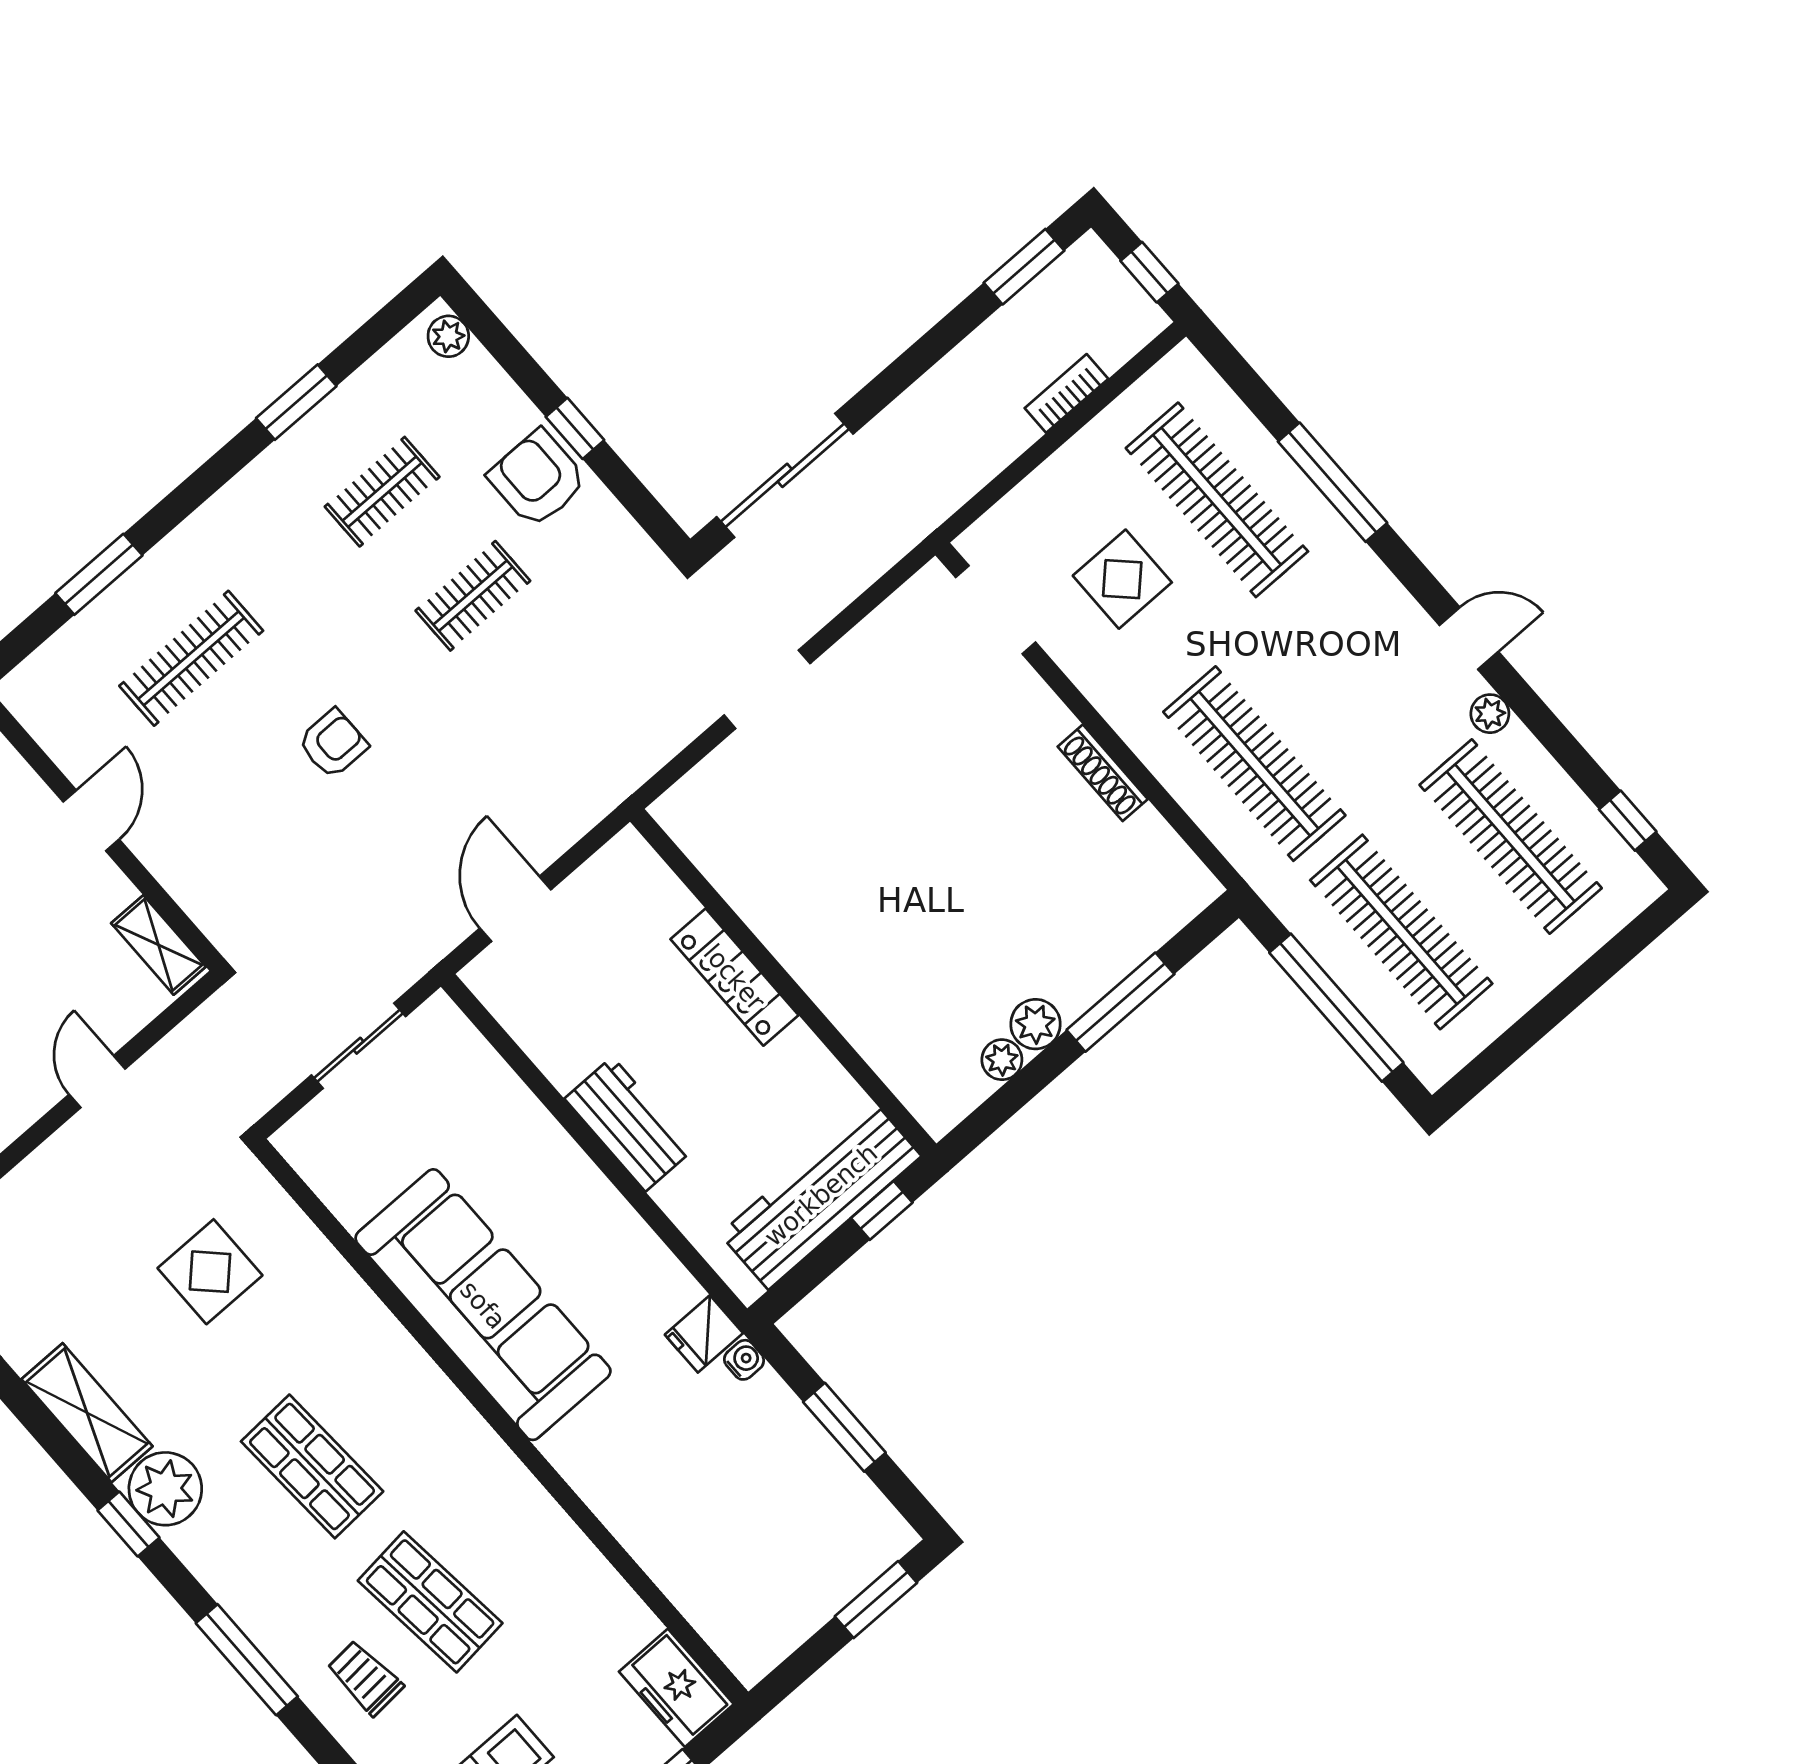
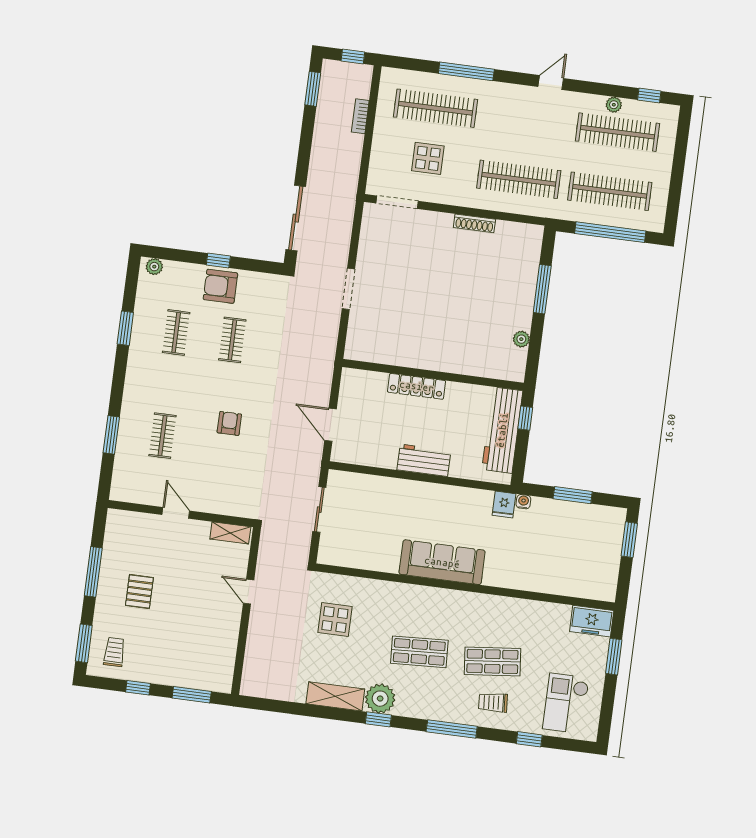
clothes rail: (191, 658) -> (163, 436), width x0.73
plant: (1490, 714) -> (614, 105), moved
plant: (1035, 1024) -> (522, 319), removed
sofa: (483, 1305) -> (442, 562), width x0.74, depth x0.79

